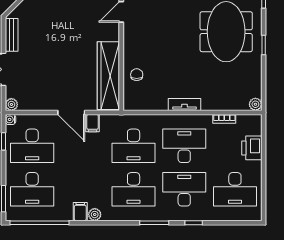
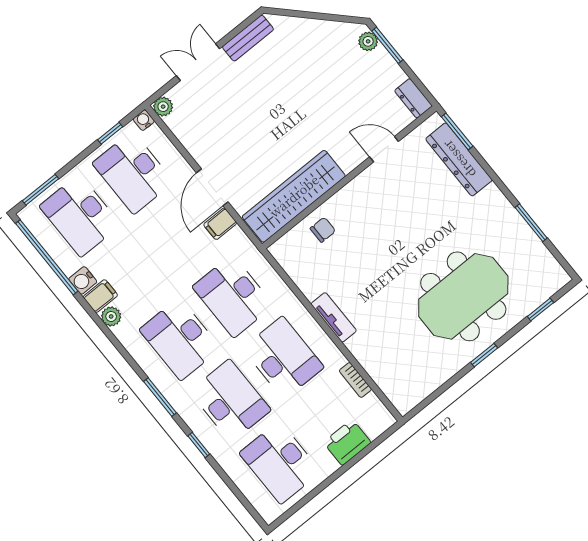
plant: (255, 104) -> (404, 404), removed
water cooler: (65, 214) -> (83, 280), added

